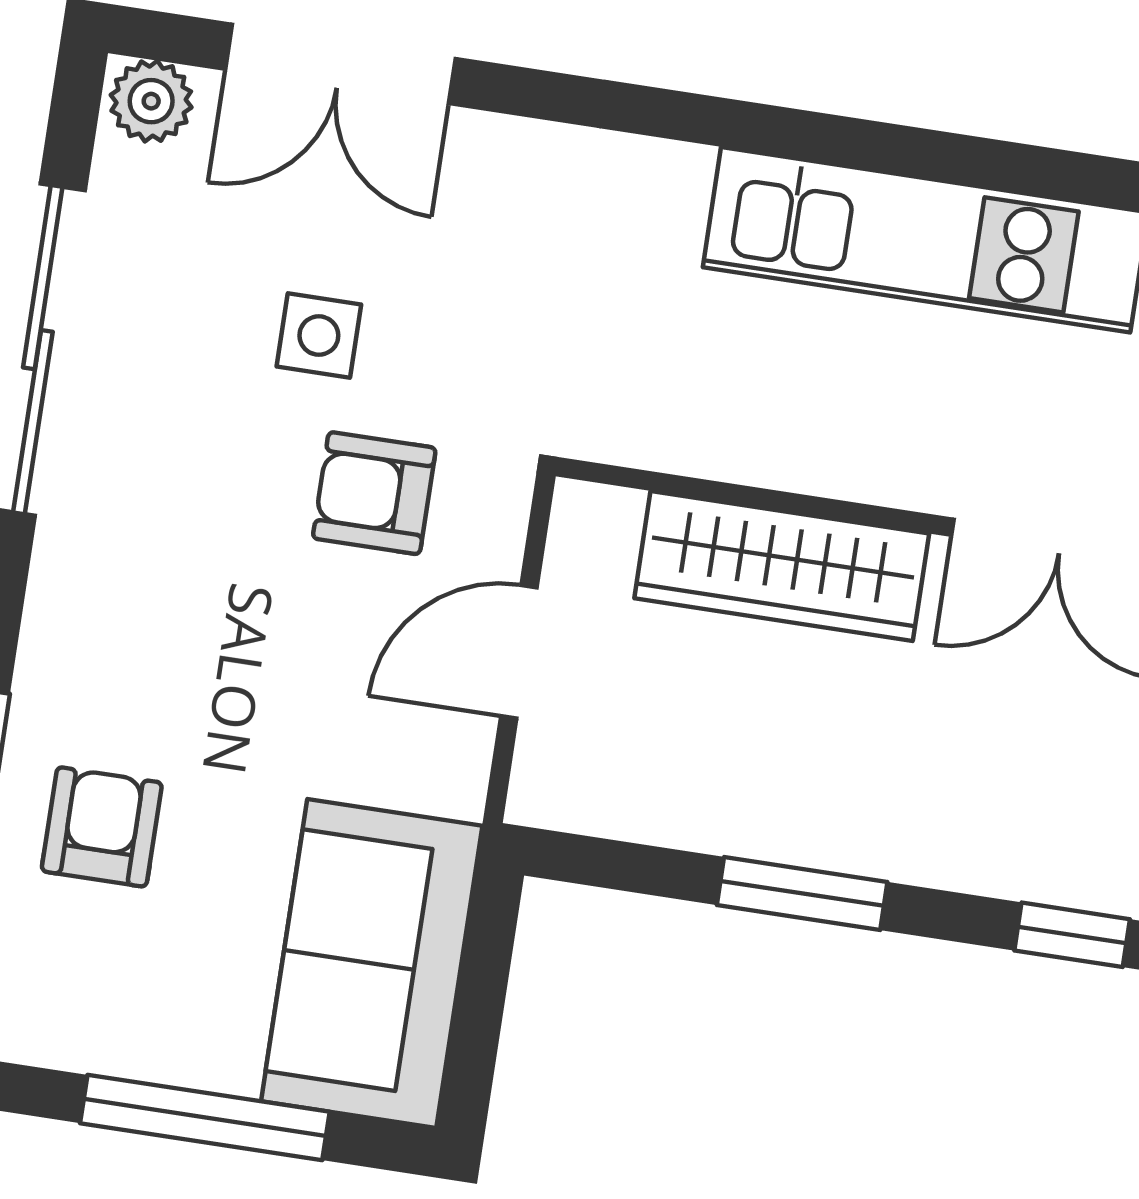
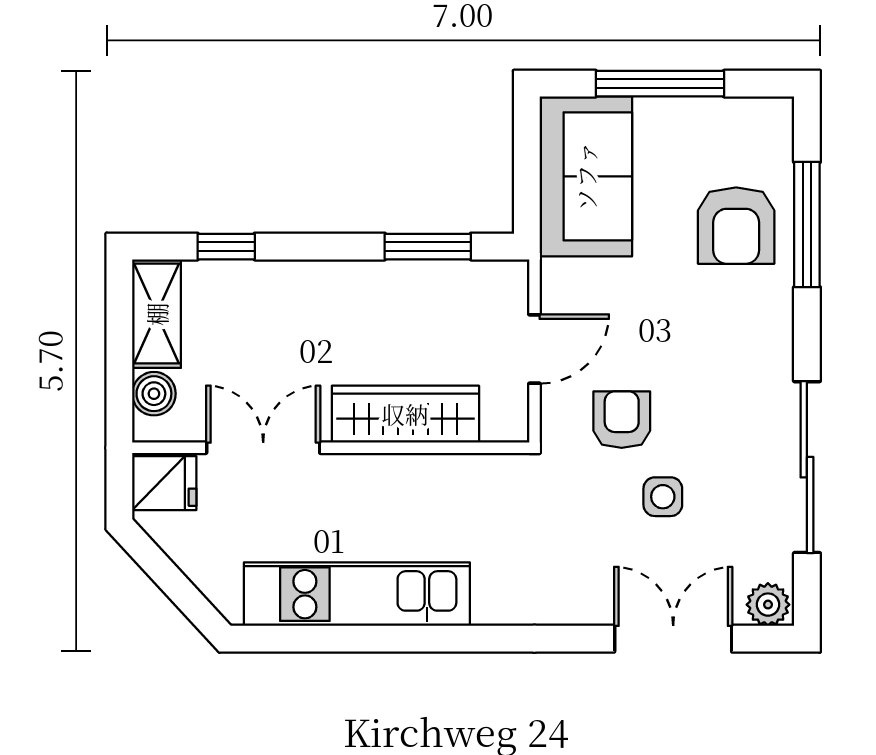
armchair: (374, 493) -> (622, 420), turned -90
armchair: (102, 827) -> (736, 226), width x1.38, depth x1.38
window: (802, 893) -> (428, 247), moved

